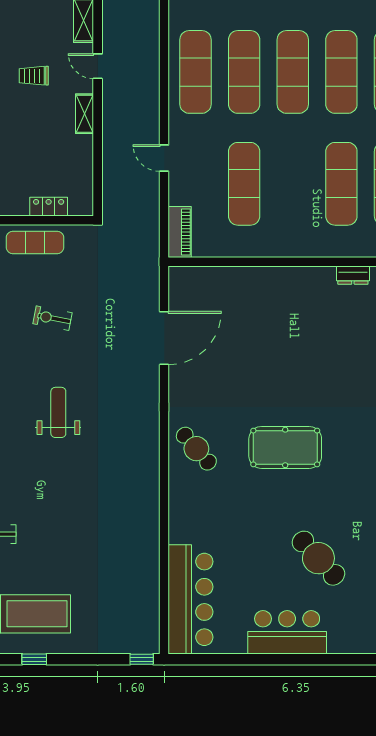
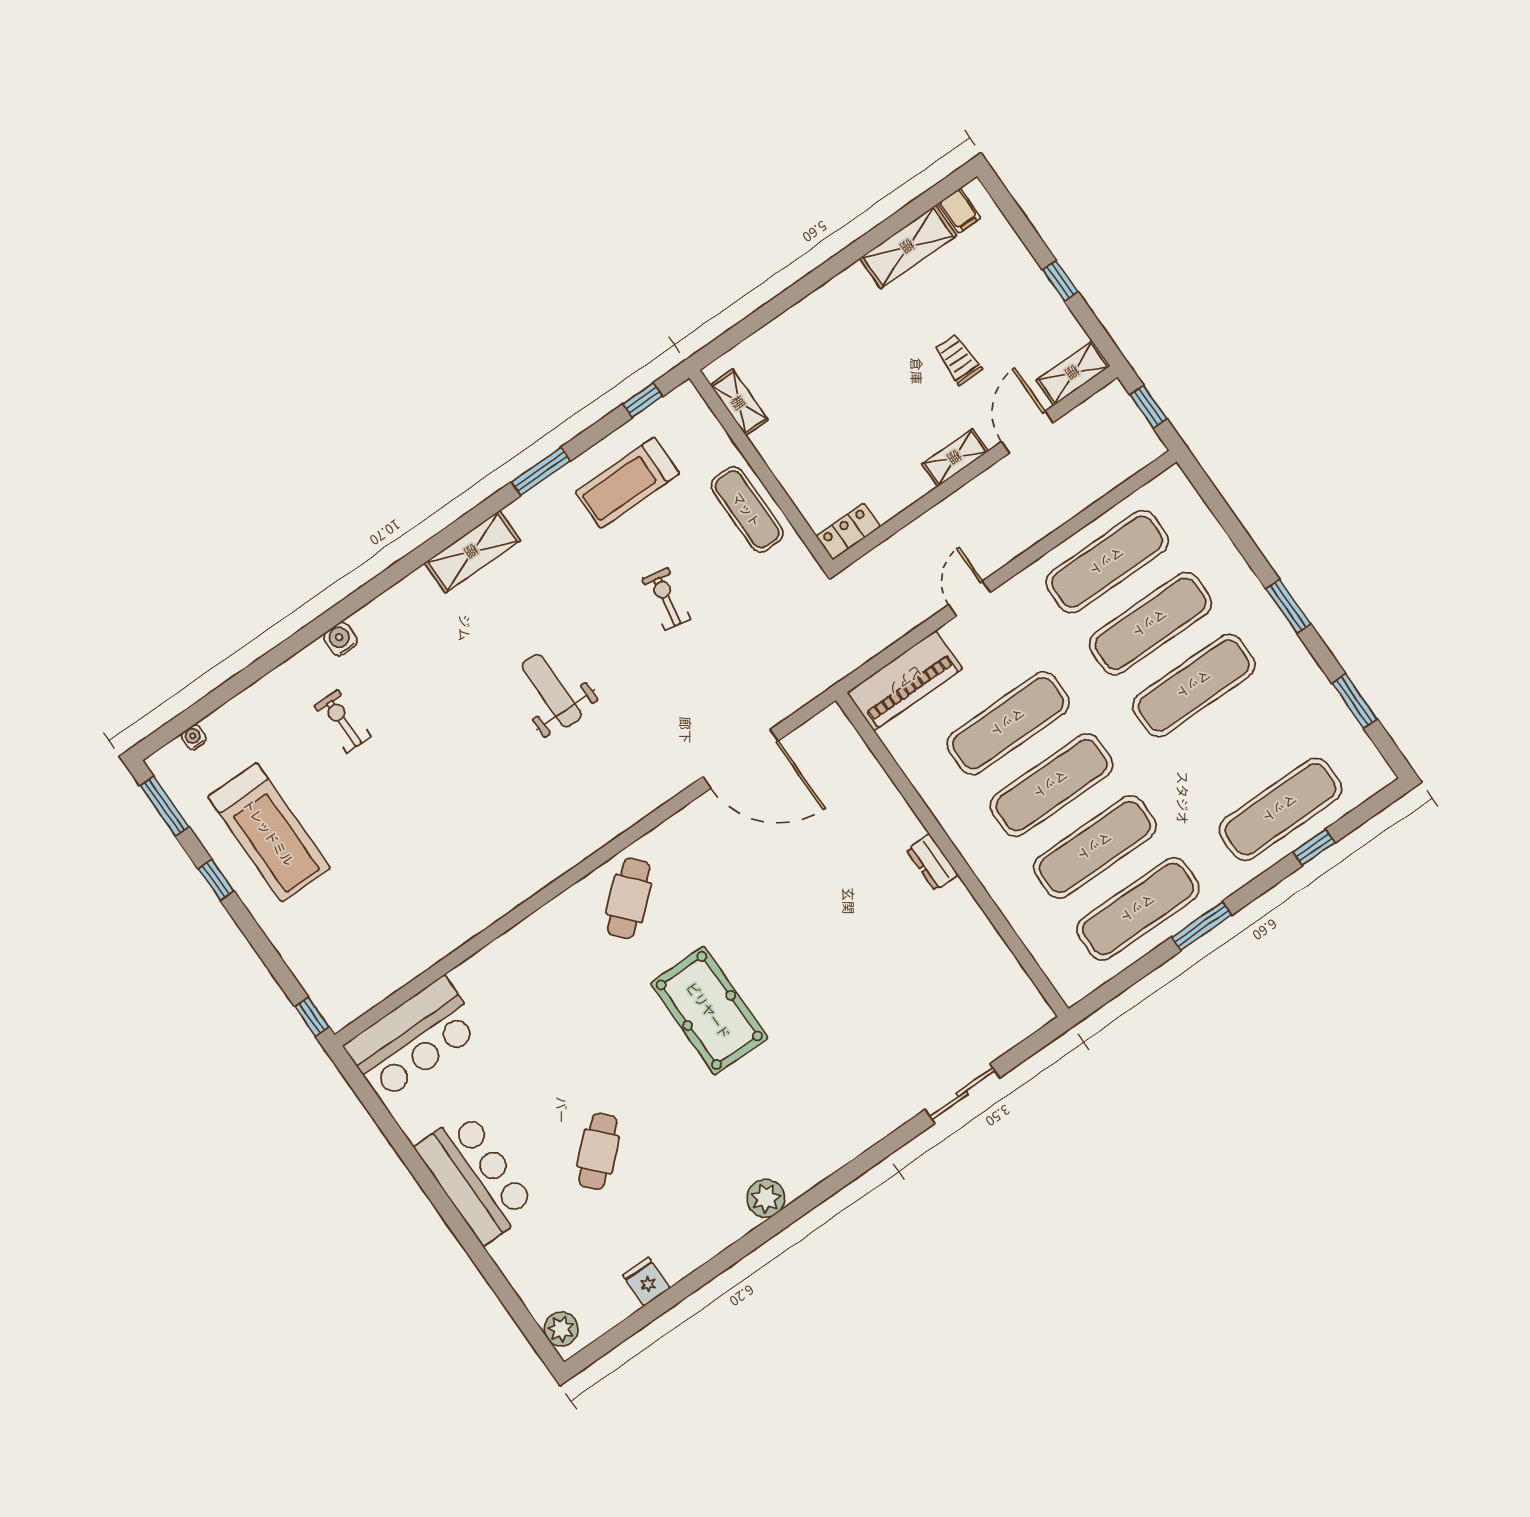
door: (98, 66) -> (1027, 432), width x1.38
exercise mat: (341, 72) -> (1051, 785), moved
locker: (49, 207) -> (848, 531), moved, turned -90
piano: (180, 232) -> (905, 681), width x1.37, depth x1.33
dresser: (353, 275) -> (932, 862), moved
weight bench: (58, 412) -> (552, 691), turned -90
cafe table: (318, 558) -> (598, 1151), width x0.73, depth x0.74
bar counter: (191, 599) -> (413, 1038), width x0.73

